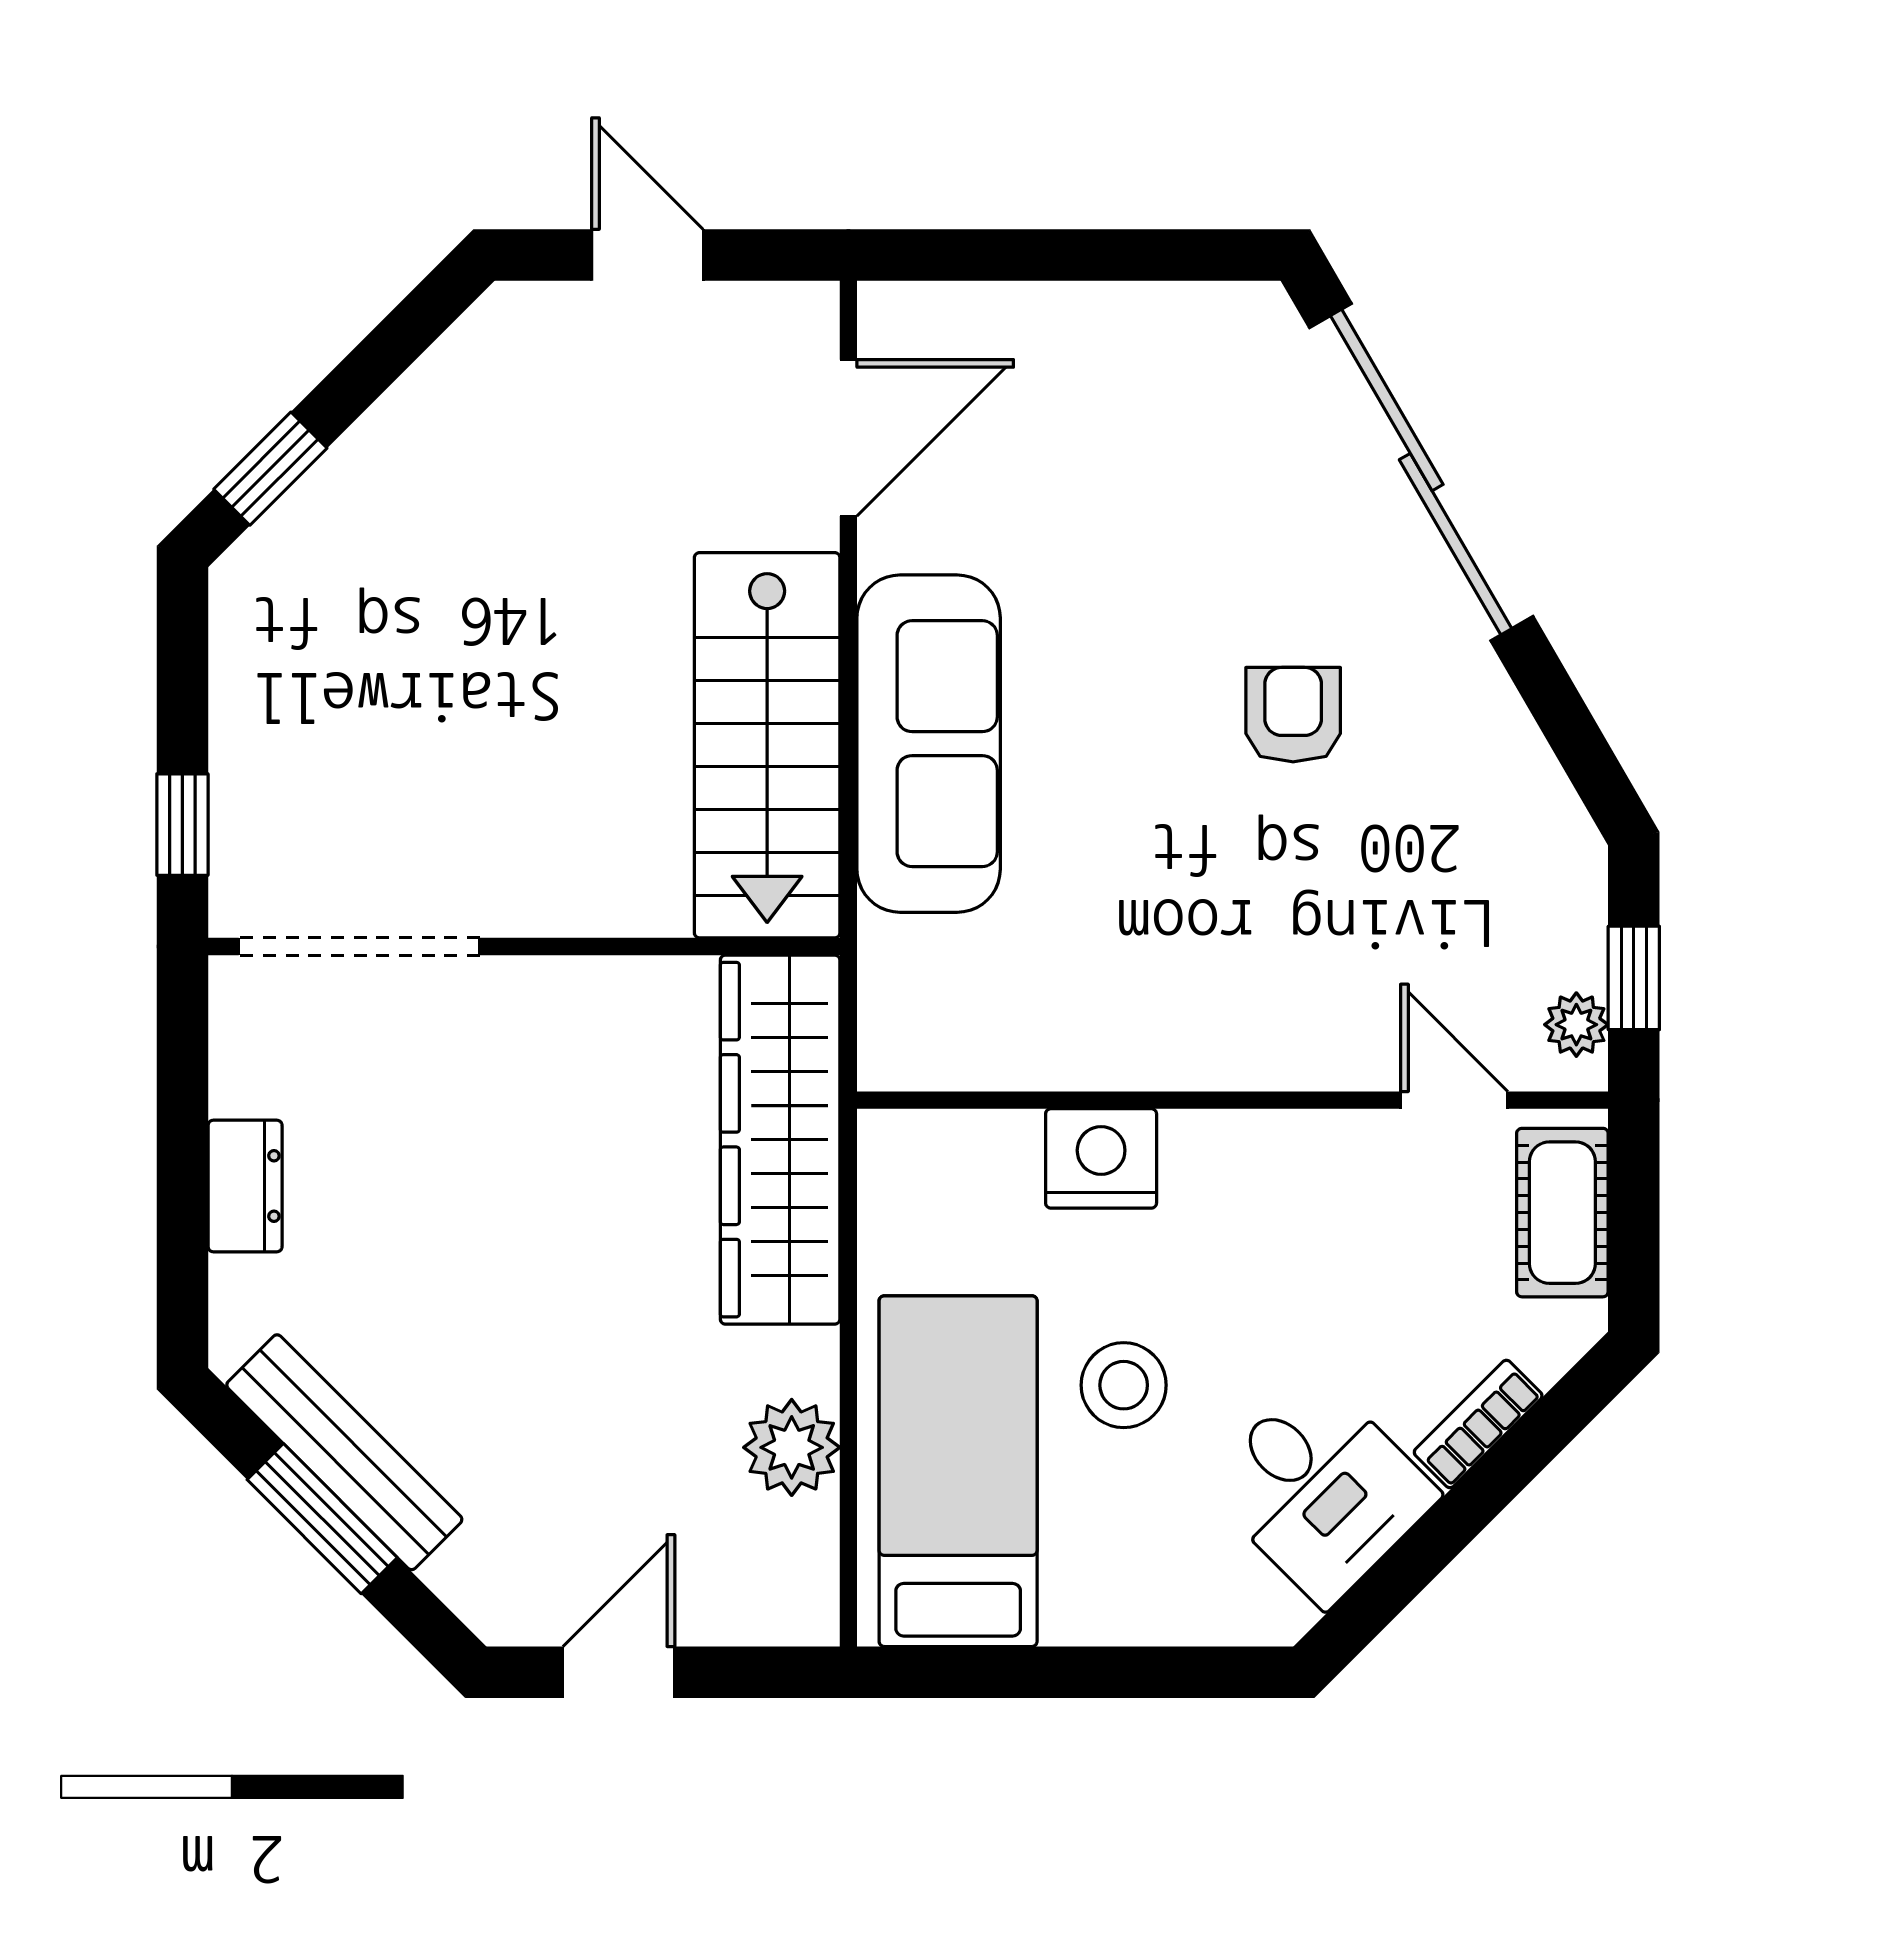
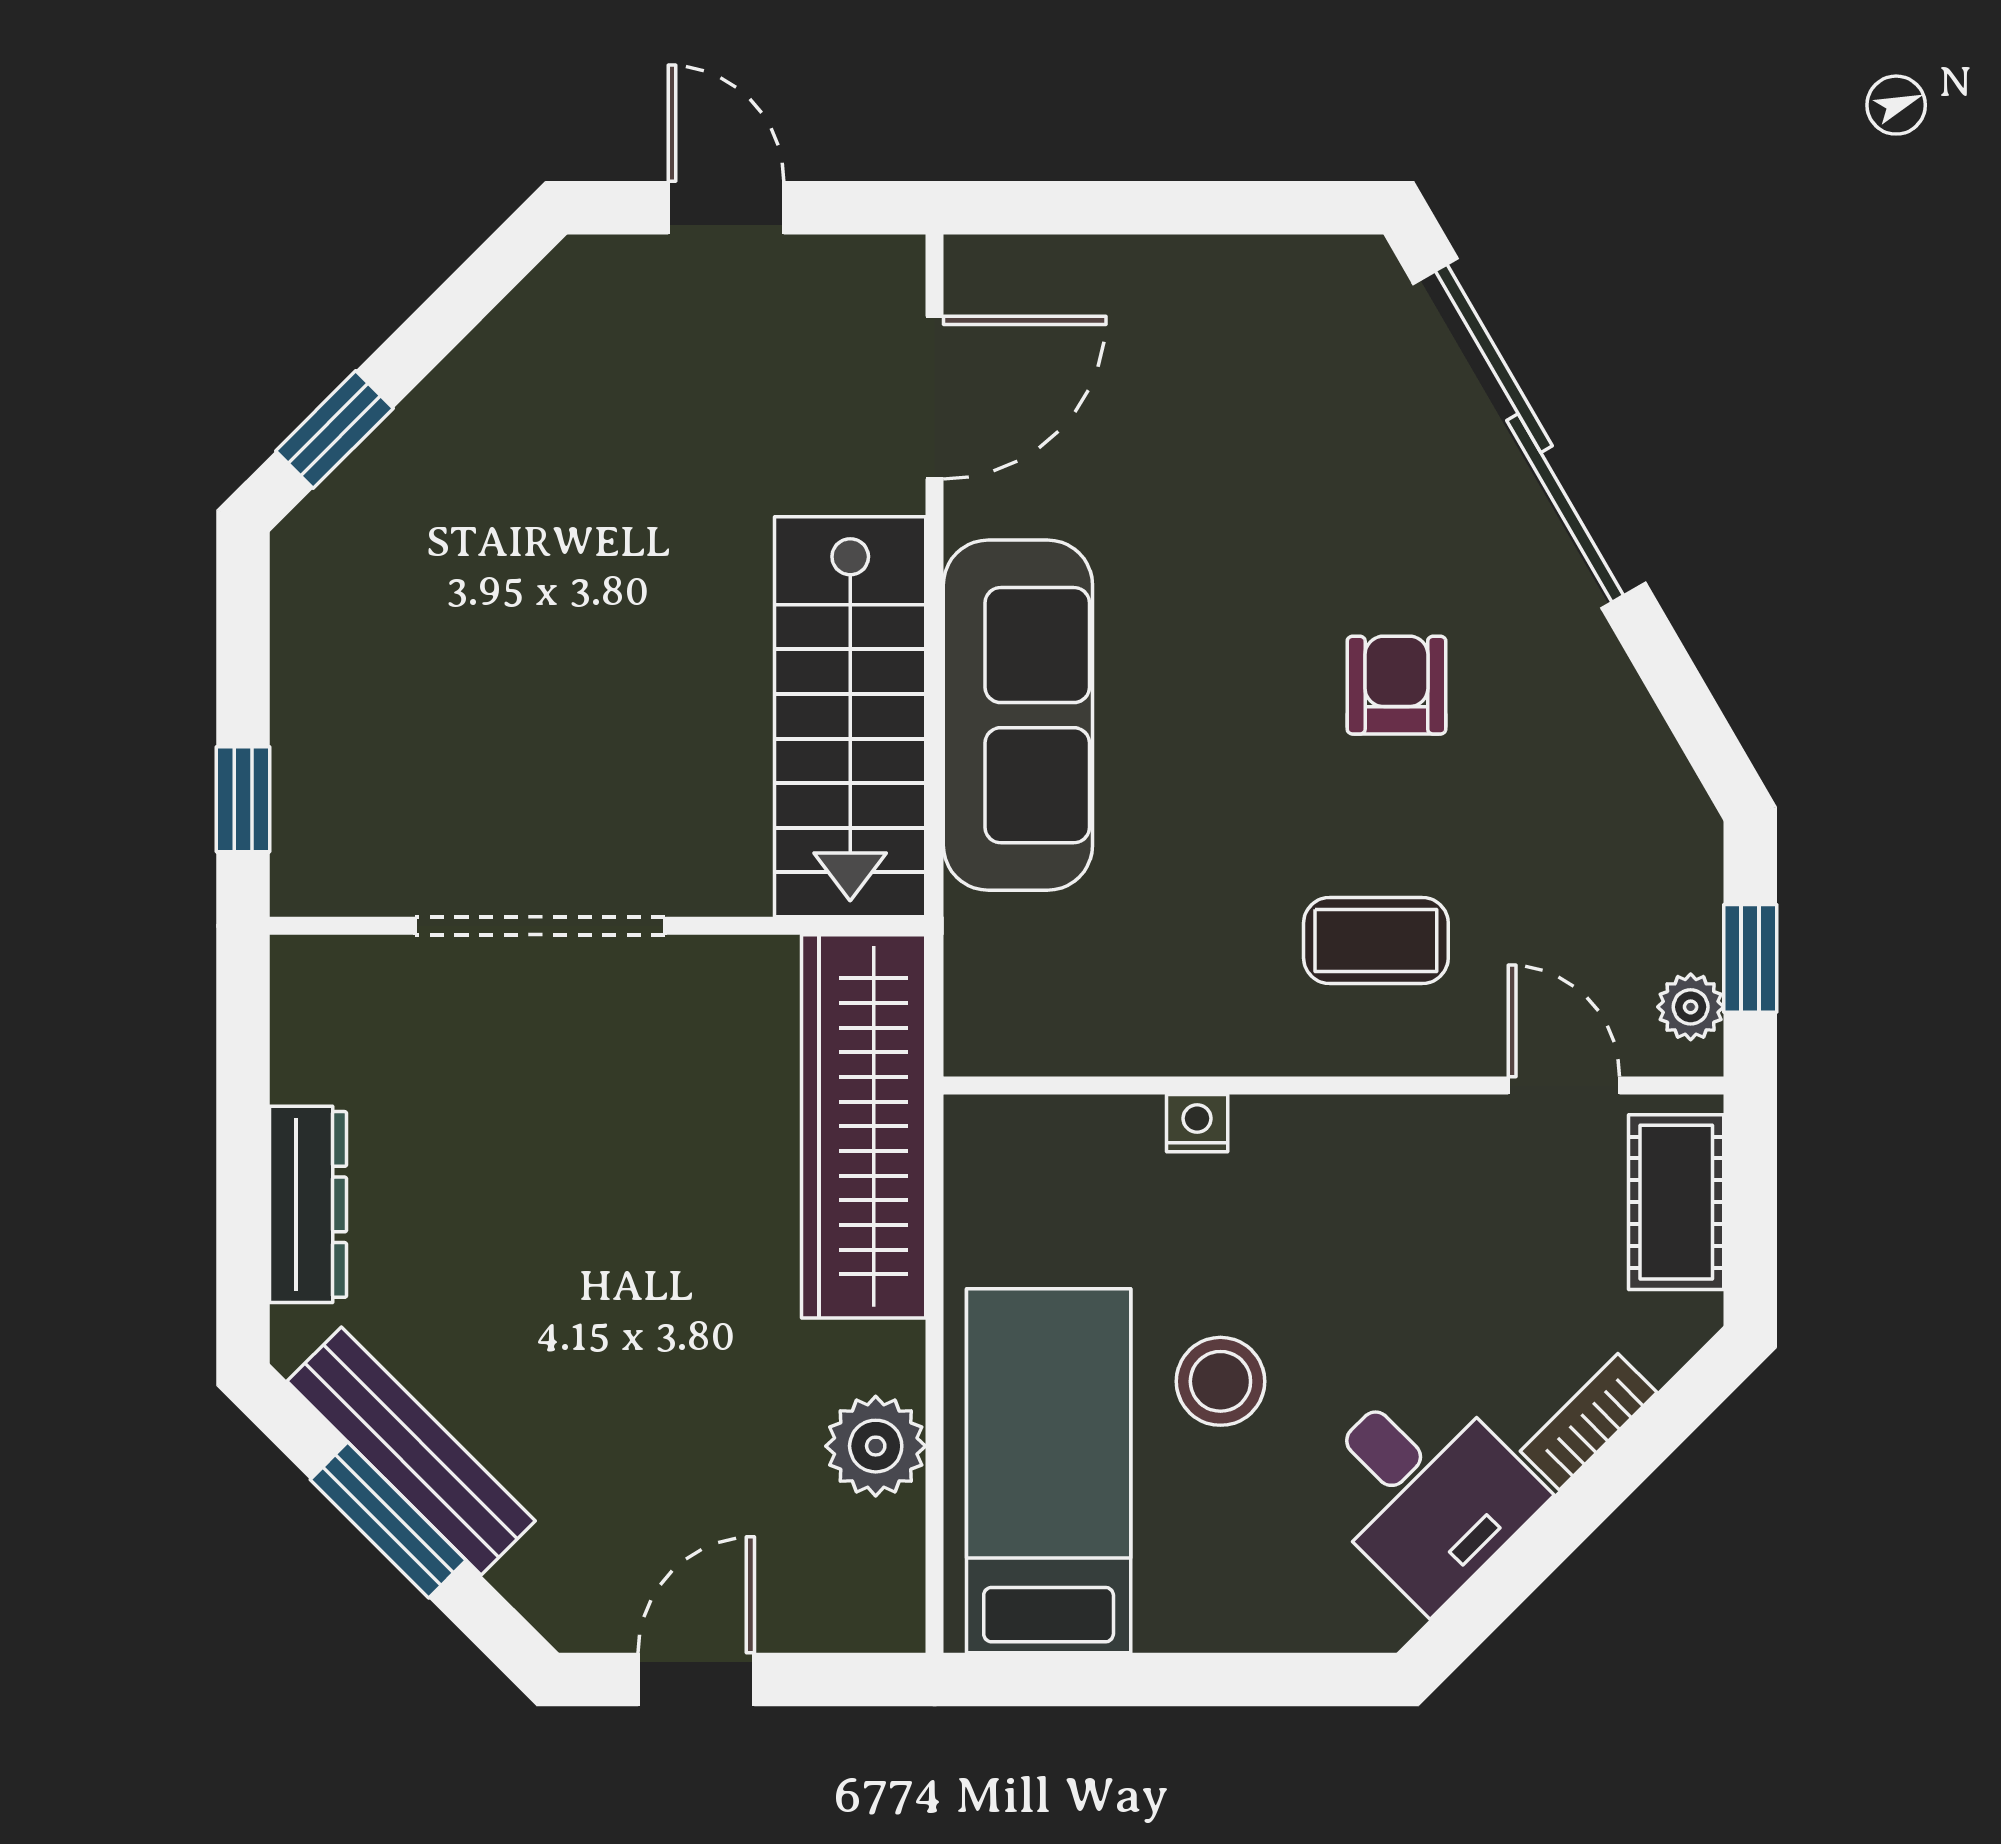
doorway: (359, 946) -> (540, 926), moved
coffee table: (1273, 961) -> (1376, 940), added
nightstand: (1101, 1158) -> (1197, 1123), width x0.53, depth x0.56
dresser: (245, 1186) -> (308, 1204), width x1.44

